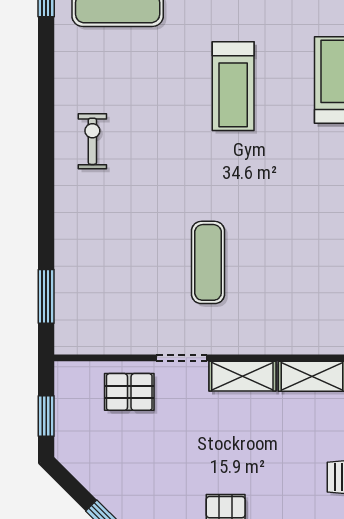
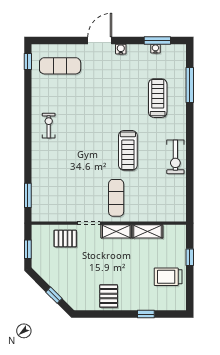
treadmill: (233, 86) -> (128, 150), moved
exercise mat: (208, 262) -> (116, 198), moved

